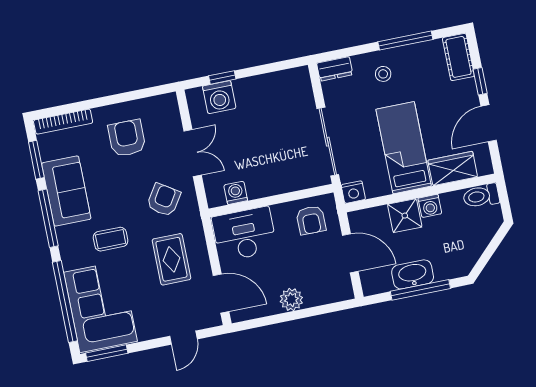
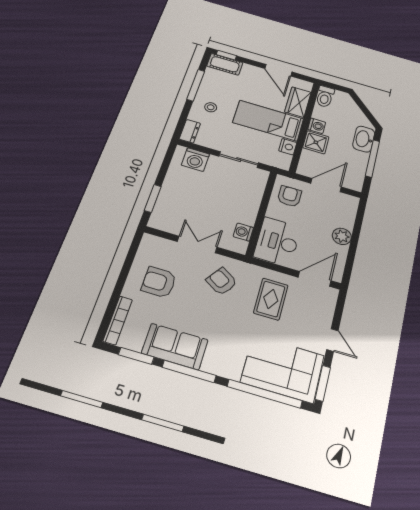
window: (222, 77) -> (153, 198), width x1.50
window: (480, 81) -> (226, 55), moved
washing machine: (219, 97) -> (195, 160), moved, turned 90
sliding door: (328, 142) -> (239, 160), width x0.73
nightstand: (353, 192) -> (288, 147), moved
armchair: (311, 220) -> (289, 196), turned -90
coffee table: (111, 239) -> (232, 334), removed
rug: (171, 259) -> (271, 299), turned 90
washbasin: (413, 274) -> (364, 139), moved
door: (183, 338) -> (332, 340), moved

